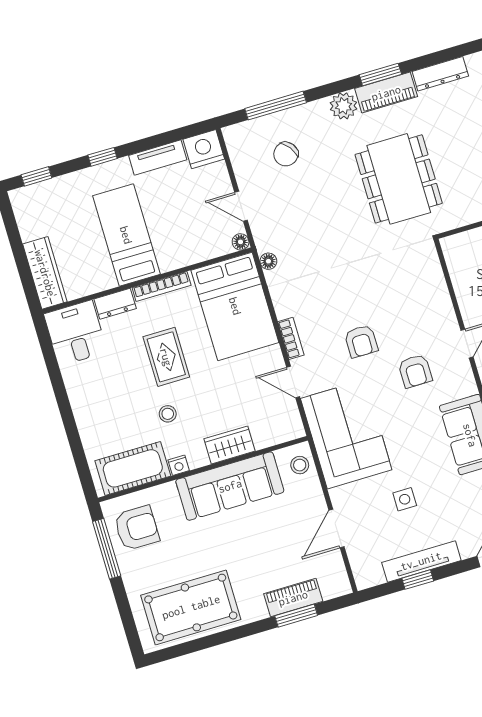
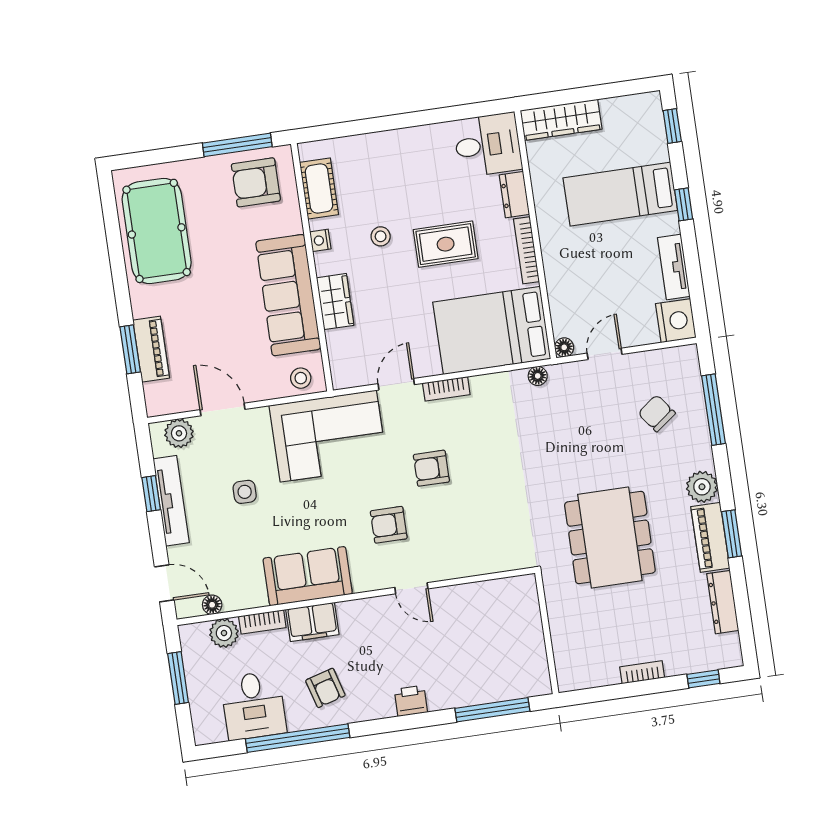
dining table: (399, 179) -> (610, 538), turned 90
bed: (126, 235) -> (620, 194), moved, turned 180
cot: (133, 468) -> (319, 188), width x0.73, depth x0.75
armchair: (137, 528) -> (256, 182), turned 90
plant: (362, 563) -> (179, 433), added

